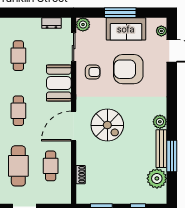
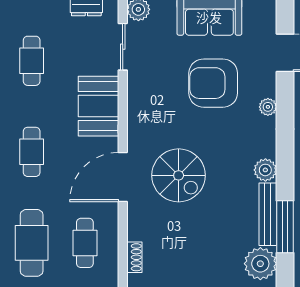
plant: (161, 31) -> (268, 107), moved
armchair: (93, 72) -> (154, 88), removed

